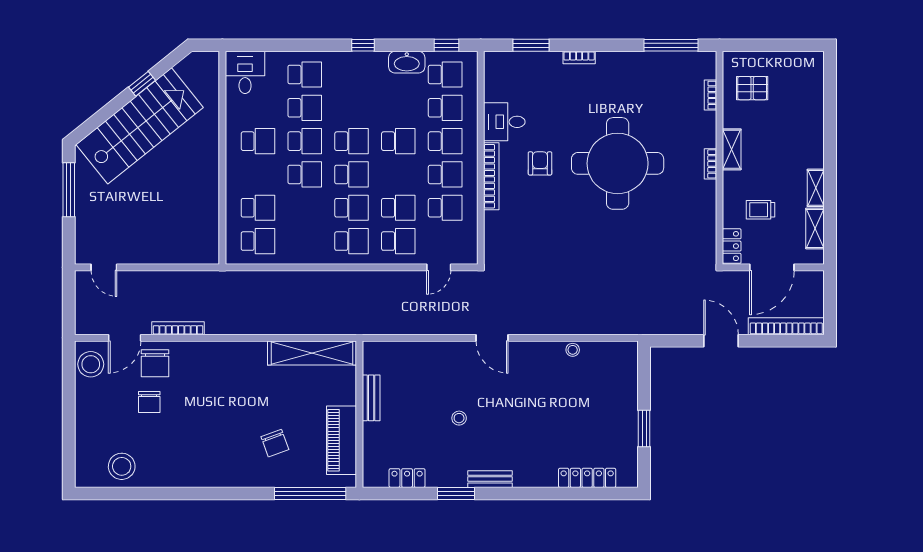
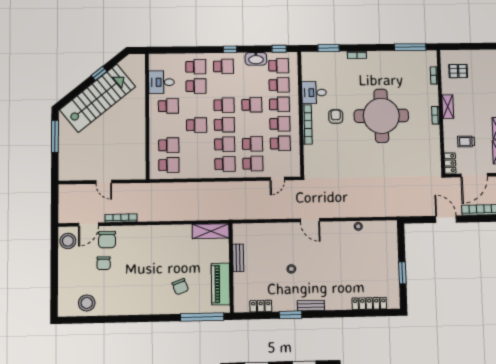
desk: (245, 72) -> (161, 82), moved, turned -90
school desk: (305, 141) -> (223, 66), moved
door: (104, 267) -> (104, 182), moved
shelving: (312, 353) -> (211, 231), width x0.68

